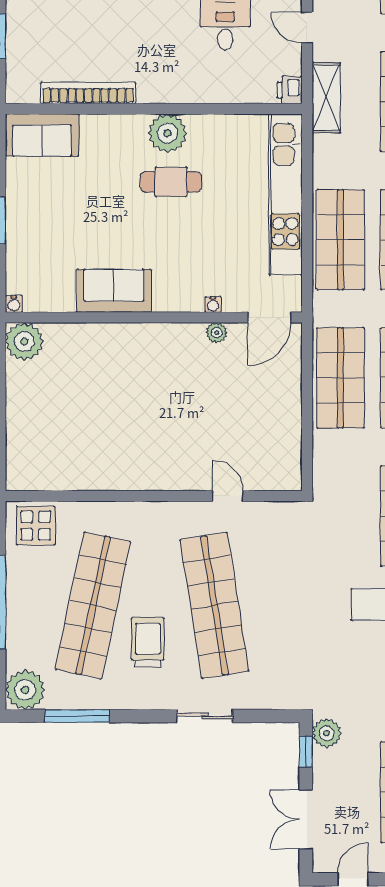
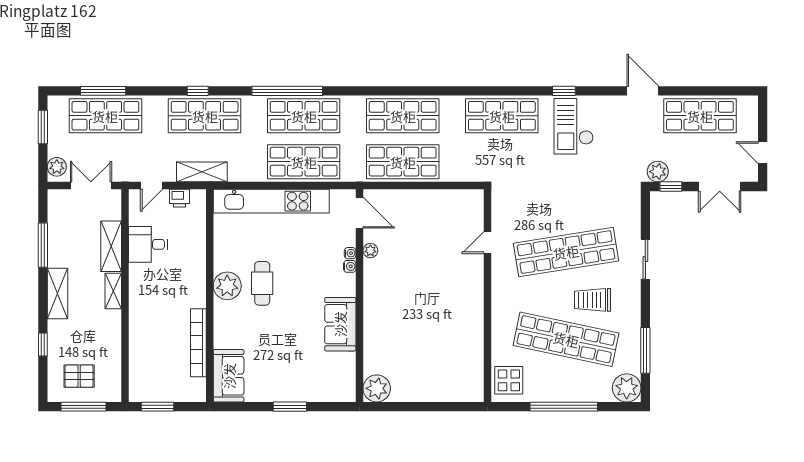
printer: (290, 90) -> (180, 198), moved
water cooler: (14, 304) -> (350, 266), moved

